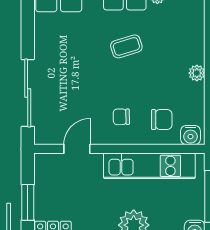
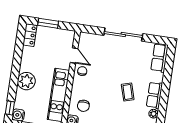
sliding door: (28, 93) -> (123, 35), moved
chair: (121, 117) -> (82, 71), moved

